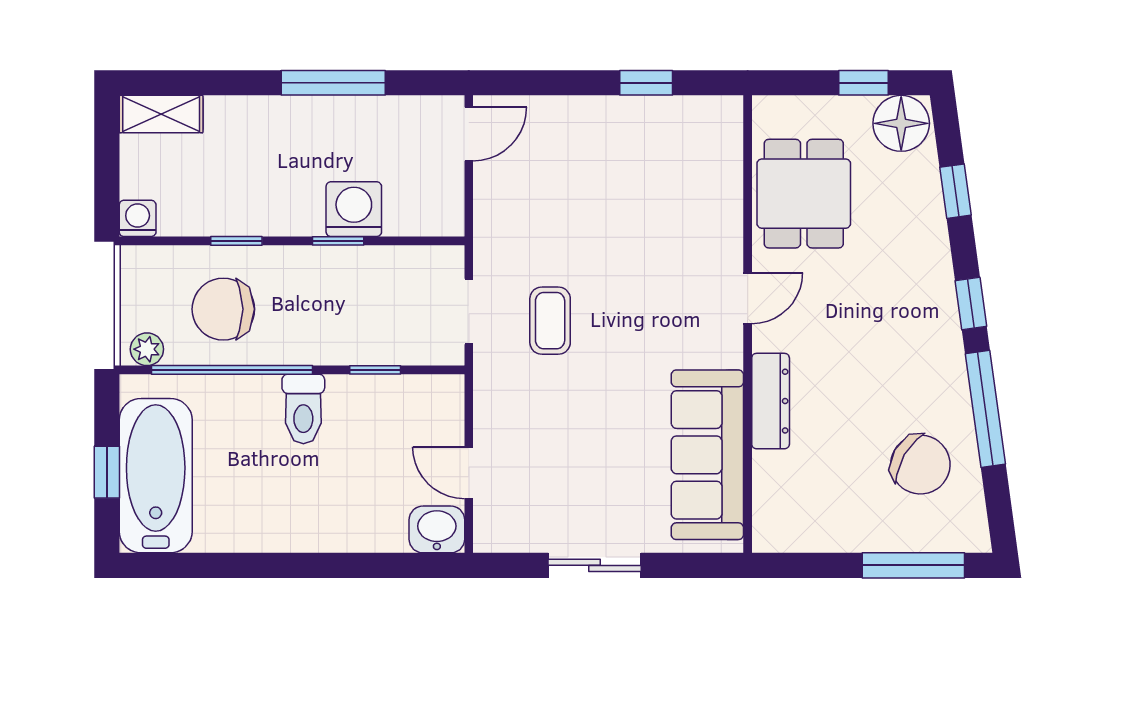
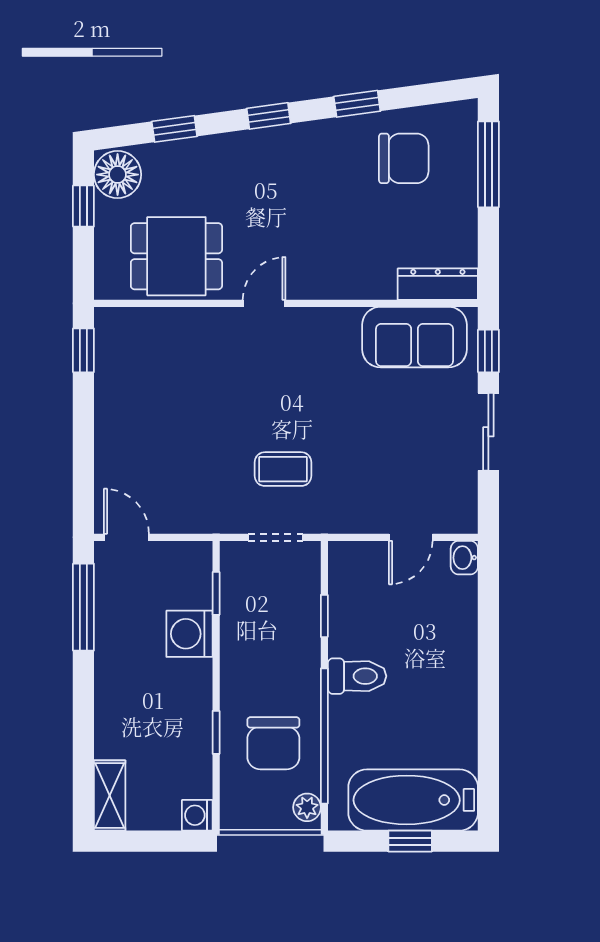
window: (333, 83) -> (83, 607), moved
window: (646, 83) -> (83, 350), moved
window: (338, 241) -> (216, 593), moved
door: (748, 298) -> (264, 303), hinge flipped
dresser: (771, 401) -> (438, 284), moved
window: (985, 409) -> (357, 104), width x0.46
sofa: (707, 455) -> (415, 337), width x0.73
chair: (920, 465) -> (404, 158), turned 60
washbasin: (437, 529) -> (464, 558), width x0.72, depth x0.69
window: (691, 565) -> (488, 351), added

